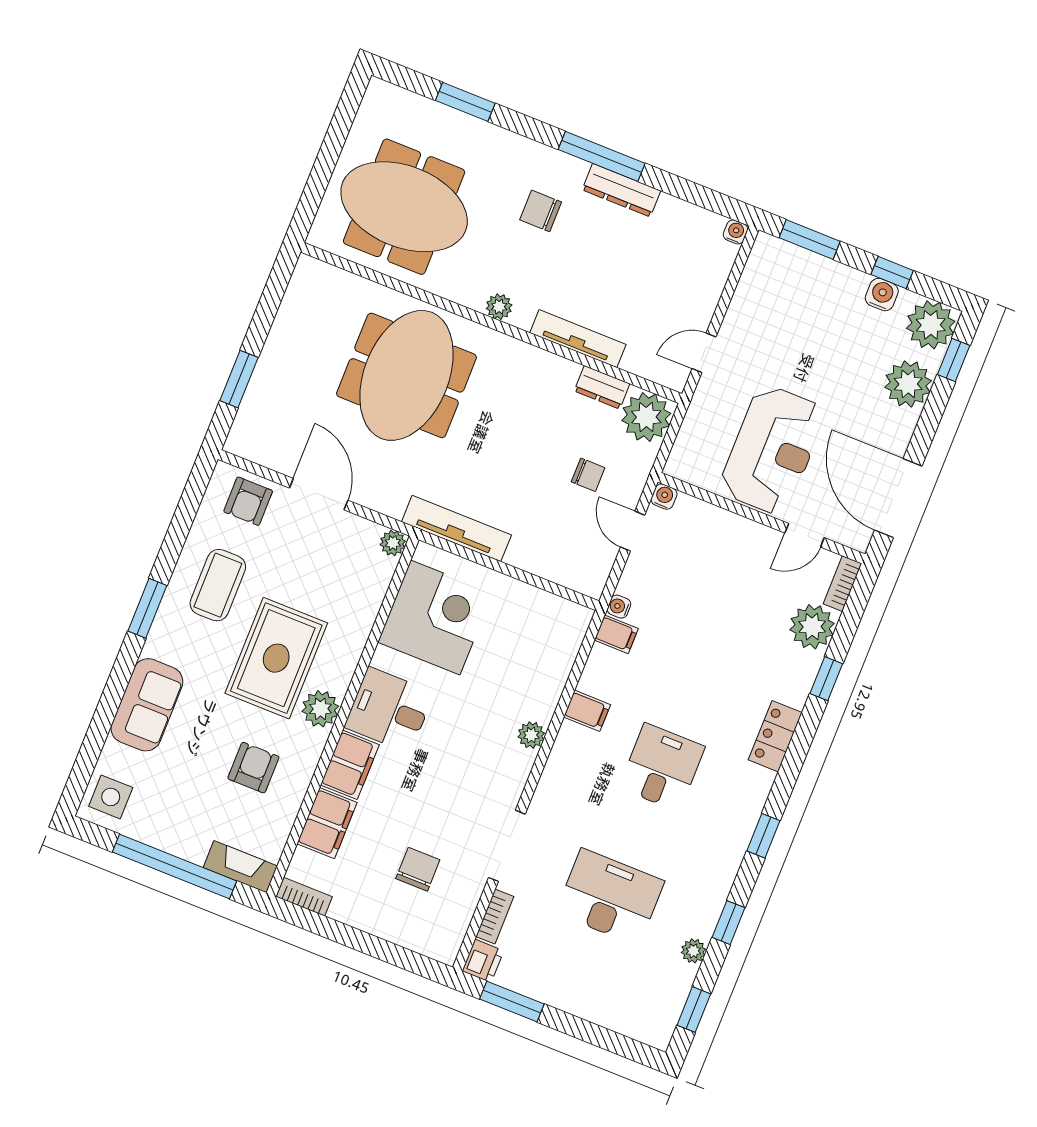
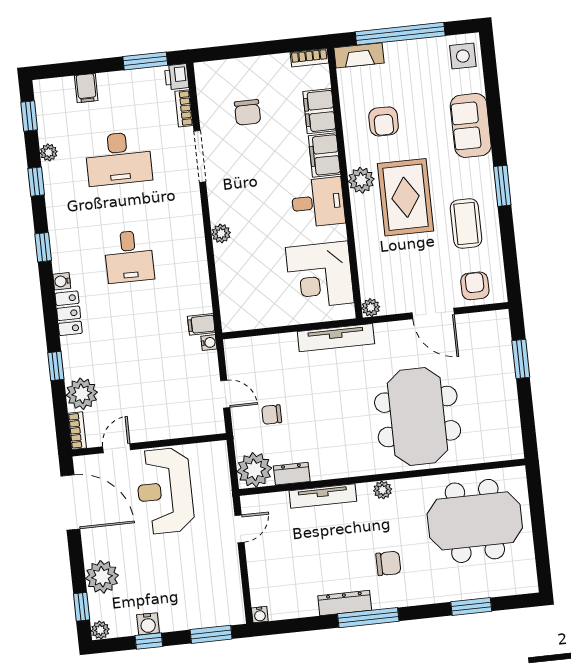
plant: (931, 325) -> (100, 630), width x0.53, depth x0.53
water cooler: (664, 497) -> (62, 281), moved, turned 90
filing cabinet: (587, 711) -> (86, 88), moved, turned -90

